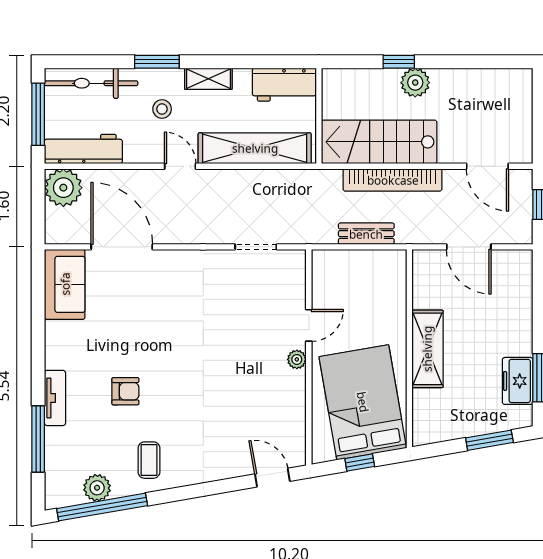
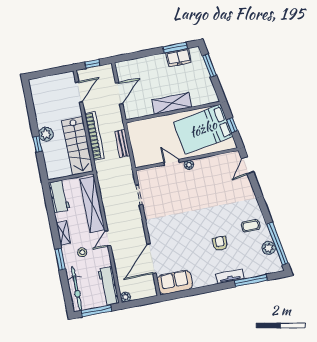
plant: (63, 188) -> (125, 297), width x0.53, depth x0.53

